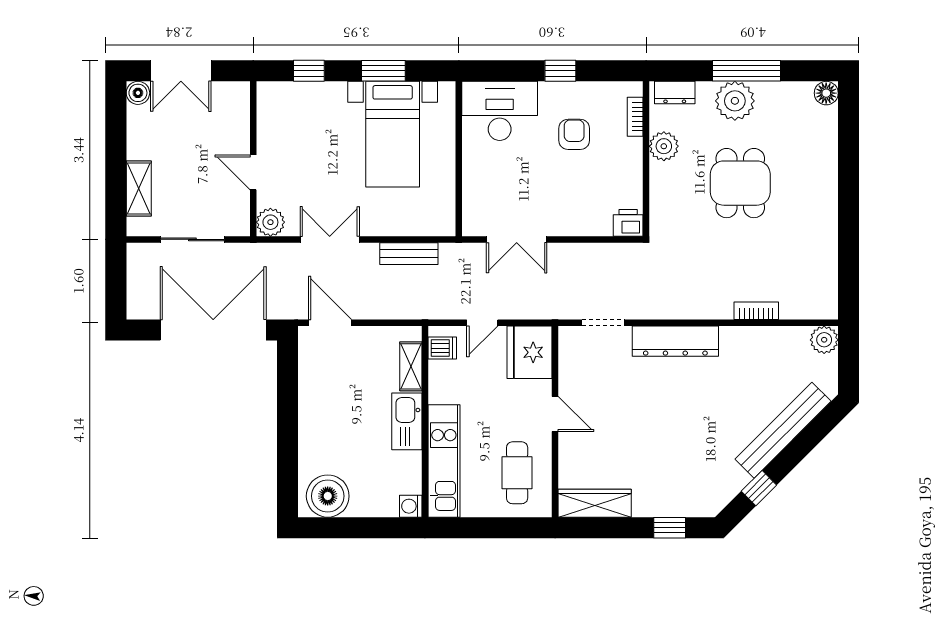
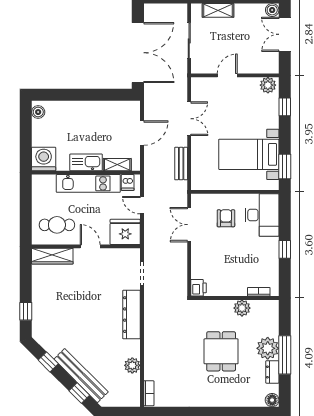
window: (383, 71) -> (285, 167), moved
dresser: (675, 93) -> (272, 372), moved
armchair: (574, 134) -> (226, 218), moved, turned -90
dining table: (740, 183) -> (221, 351), turned 90
plant: (270, 222) -> (268, 85), moved
bookcase: (756, 311) -> (149, 393), moved
door: (330, 323) -> (142, 133), moved
plant: (824, 340) -> (132, 365), moved
door: (555, 414) -> (90, 246), swing flipped
window: (814, 433) -> (79, 393), added
kitchen unit: (444, 461) -> (88, 183), moved
boiler: (328, 496) -> (38, 112), width x0.54, depth x0.54
wardrobe: (595, 503) -> (52, 256), moved, turned 90
washing machine: (411, 506) -> (44, 159), width x1.89, depth x1.89

